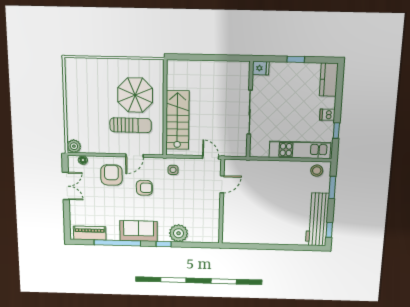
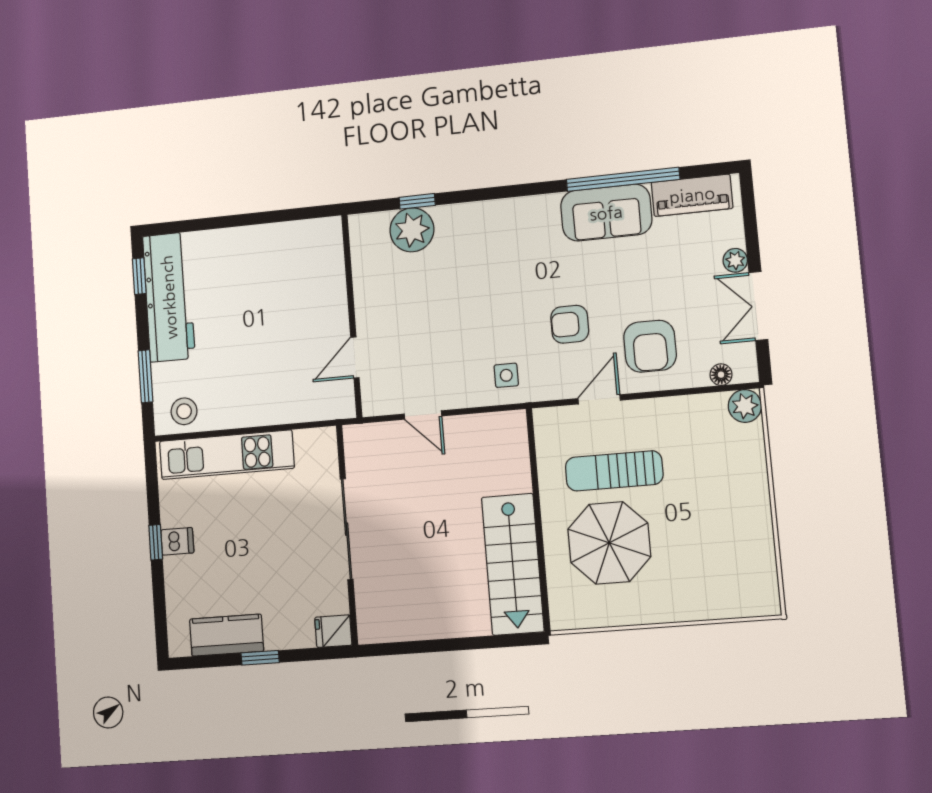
kitchen counter: (329, 80) -> (227, 635), moved, turned -90
stairs: (177, 120) -> (513, 564), moved
window: (336, 131) -> (156, 542), moved
door: (222, 184) -> (355, 358), moved
wall: (222, 202) -> (352, 316), moved
plant: (74, 205) -> (735, 260), added
sofa: (139, 231) -> (606, 213), moved
plant: (179, 233) -> (412, 230), moved
window: (164, 244) -> (417, 201), moved

